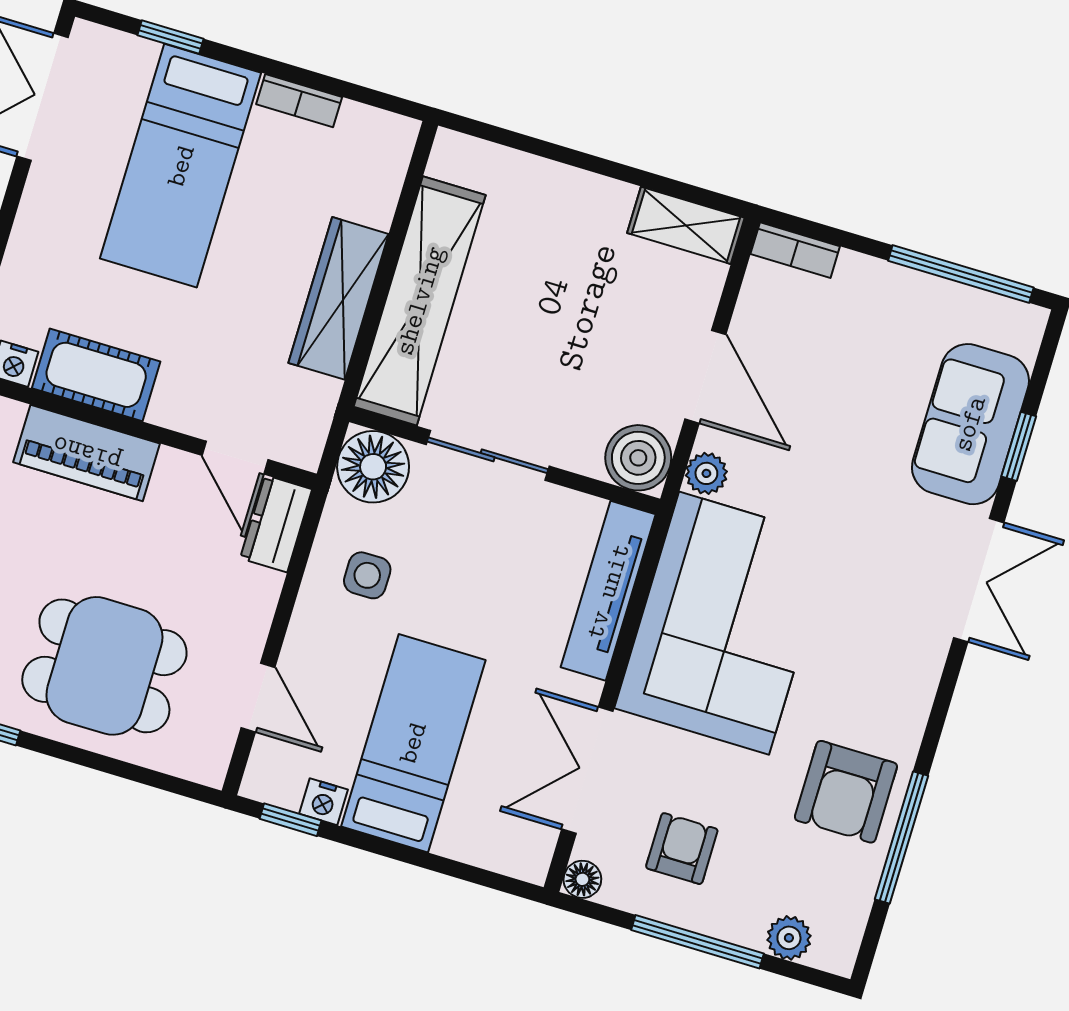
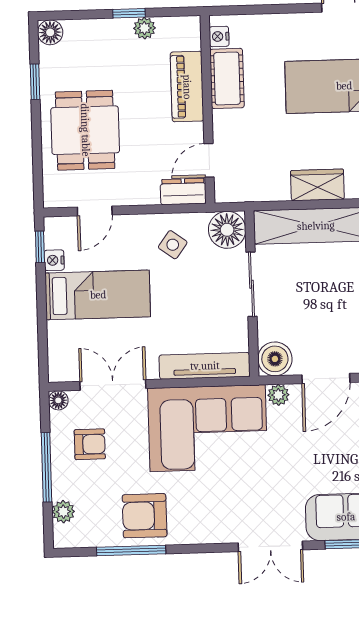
wardrobe: (339, 298) -> (317, 185), width x0.67
side table: (367, 575) -> (173, 245), turned 36

